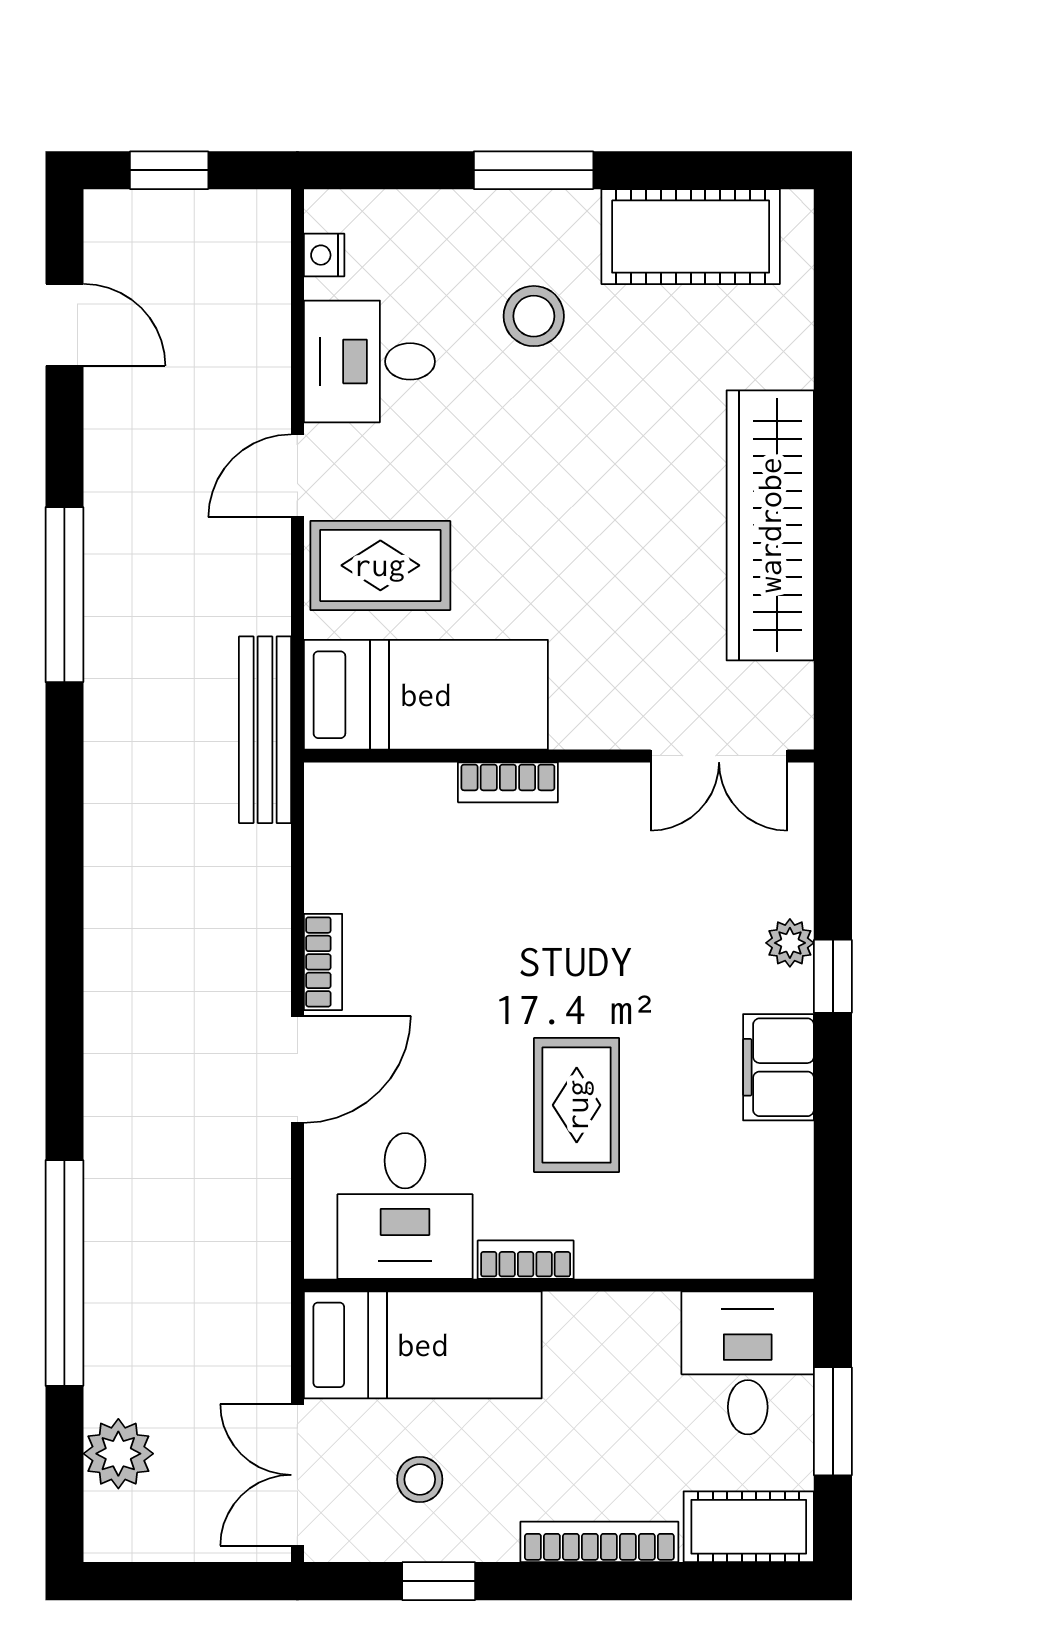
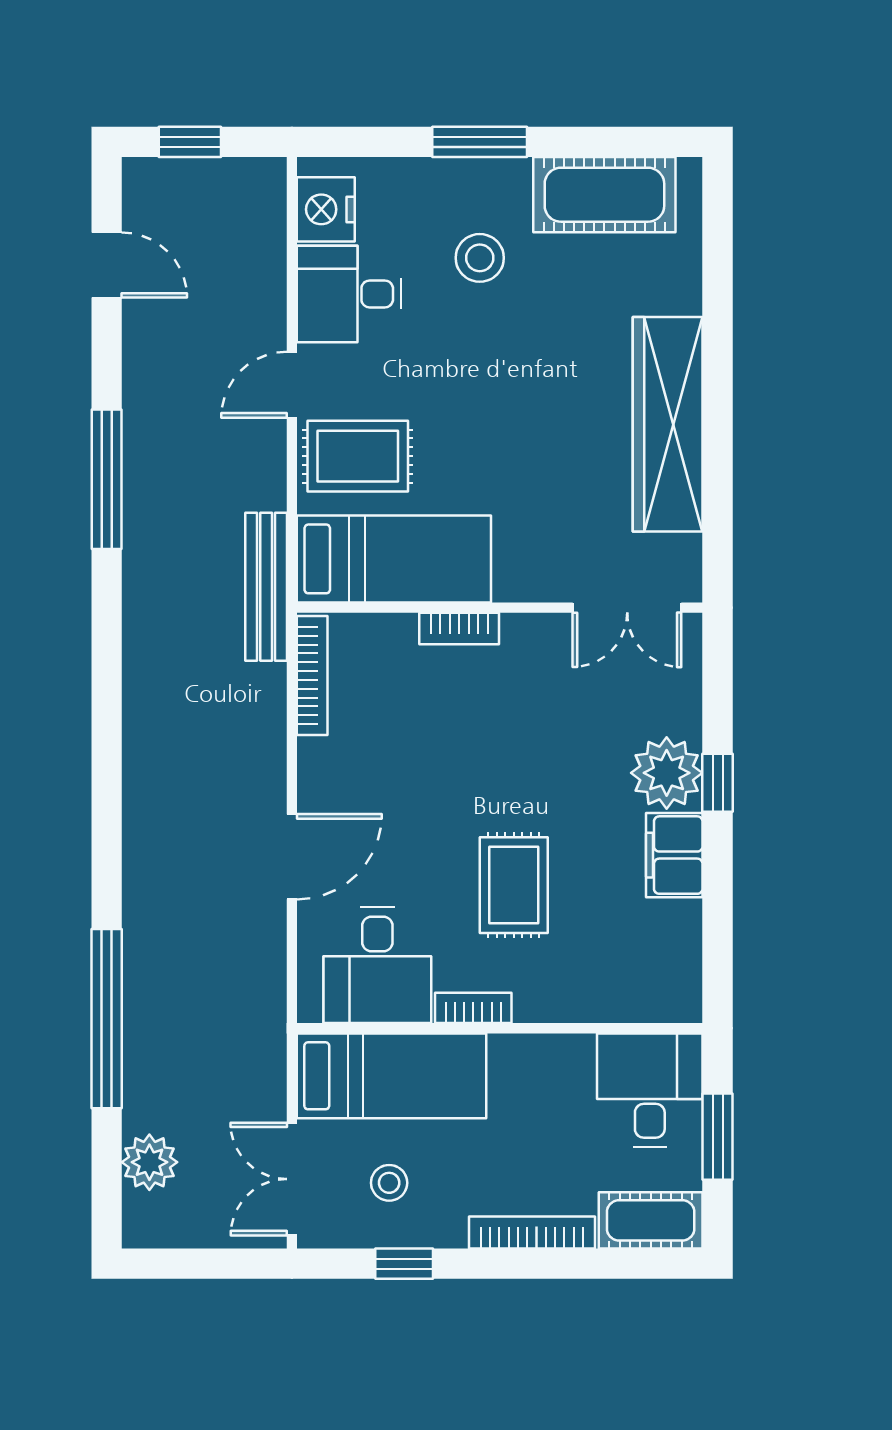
nightstand: (324, 255) -> (326, 209), width x1.89, depth x1.79
plant: (790, 943) -> (667, 773), width x1.88, depth x1.88
bookcase: (323, 962) -> (312, 676), moved, width x1.56

